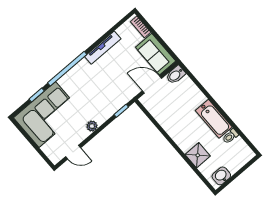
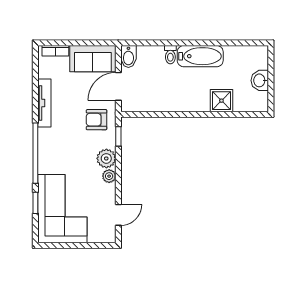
armchair: (120, 89) -> (97, 120), added
plant: (101, 115) -> (106, 158), added
toilet: (230, 136) -> (170, 55), moved
washbasin: (221, 176) -> (260, 80), moved

